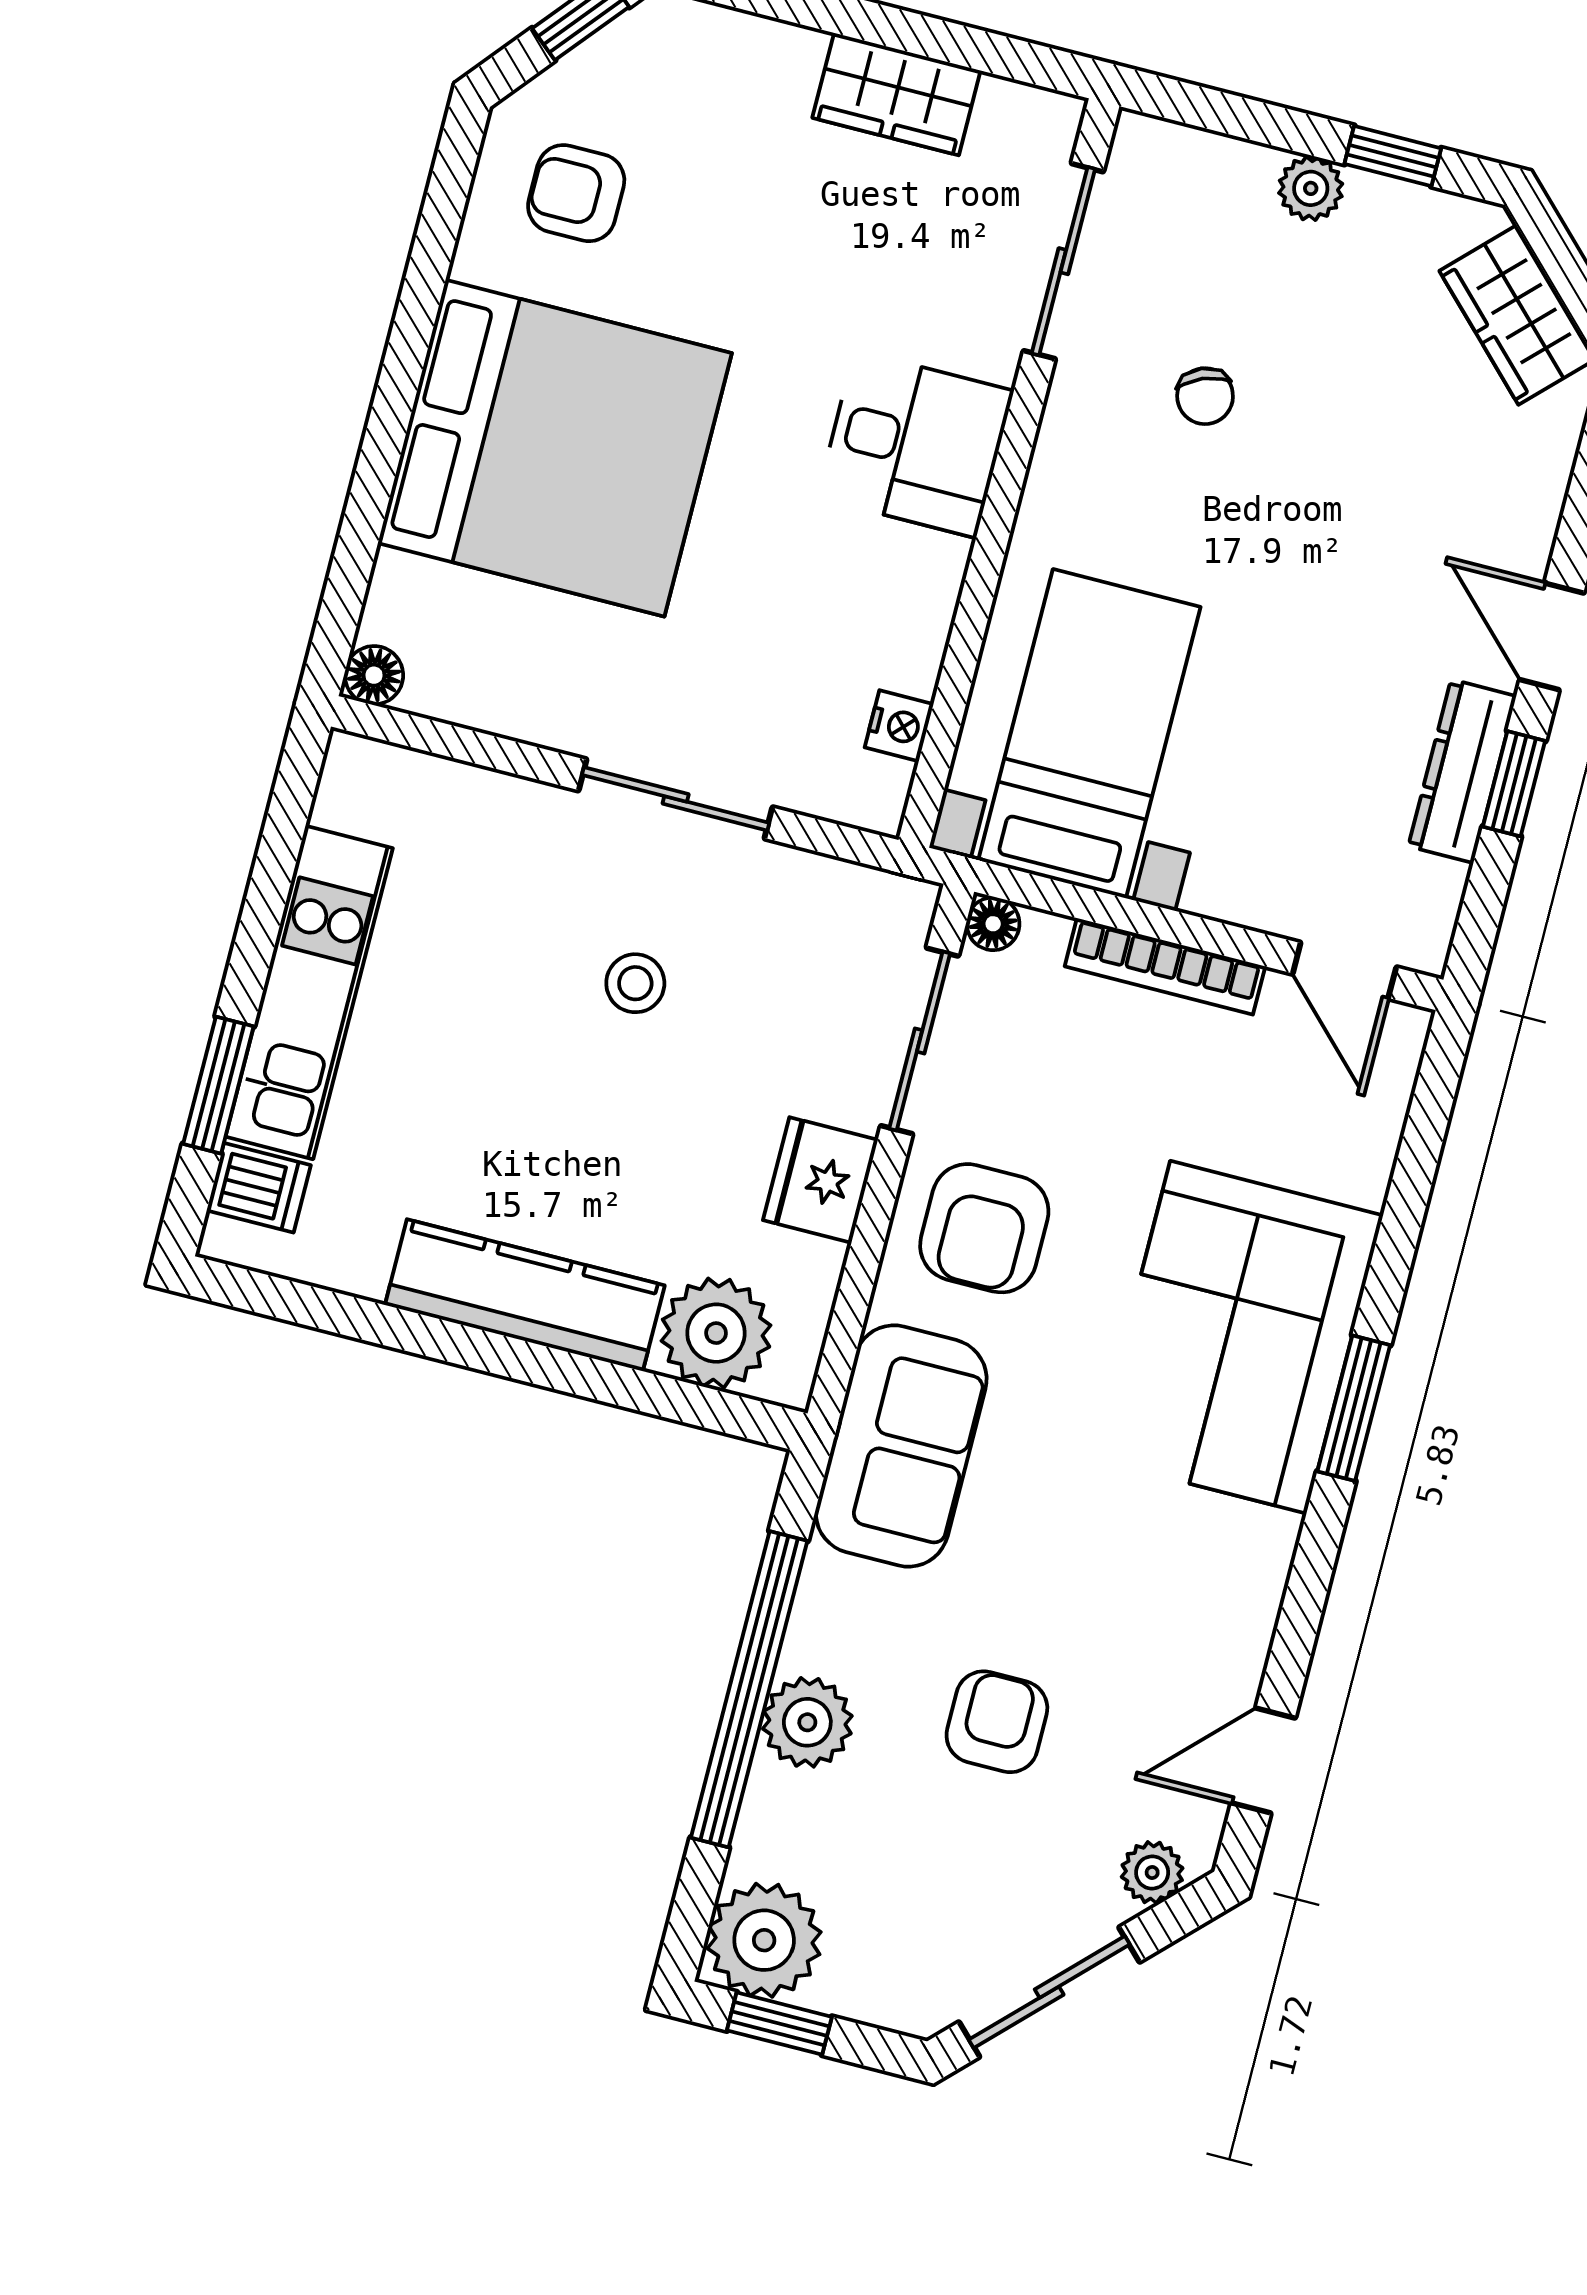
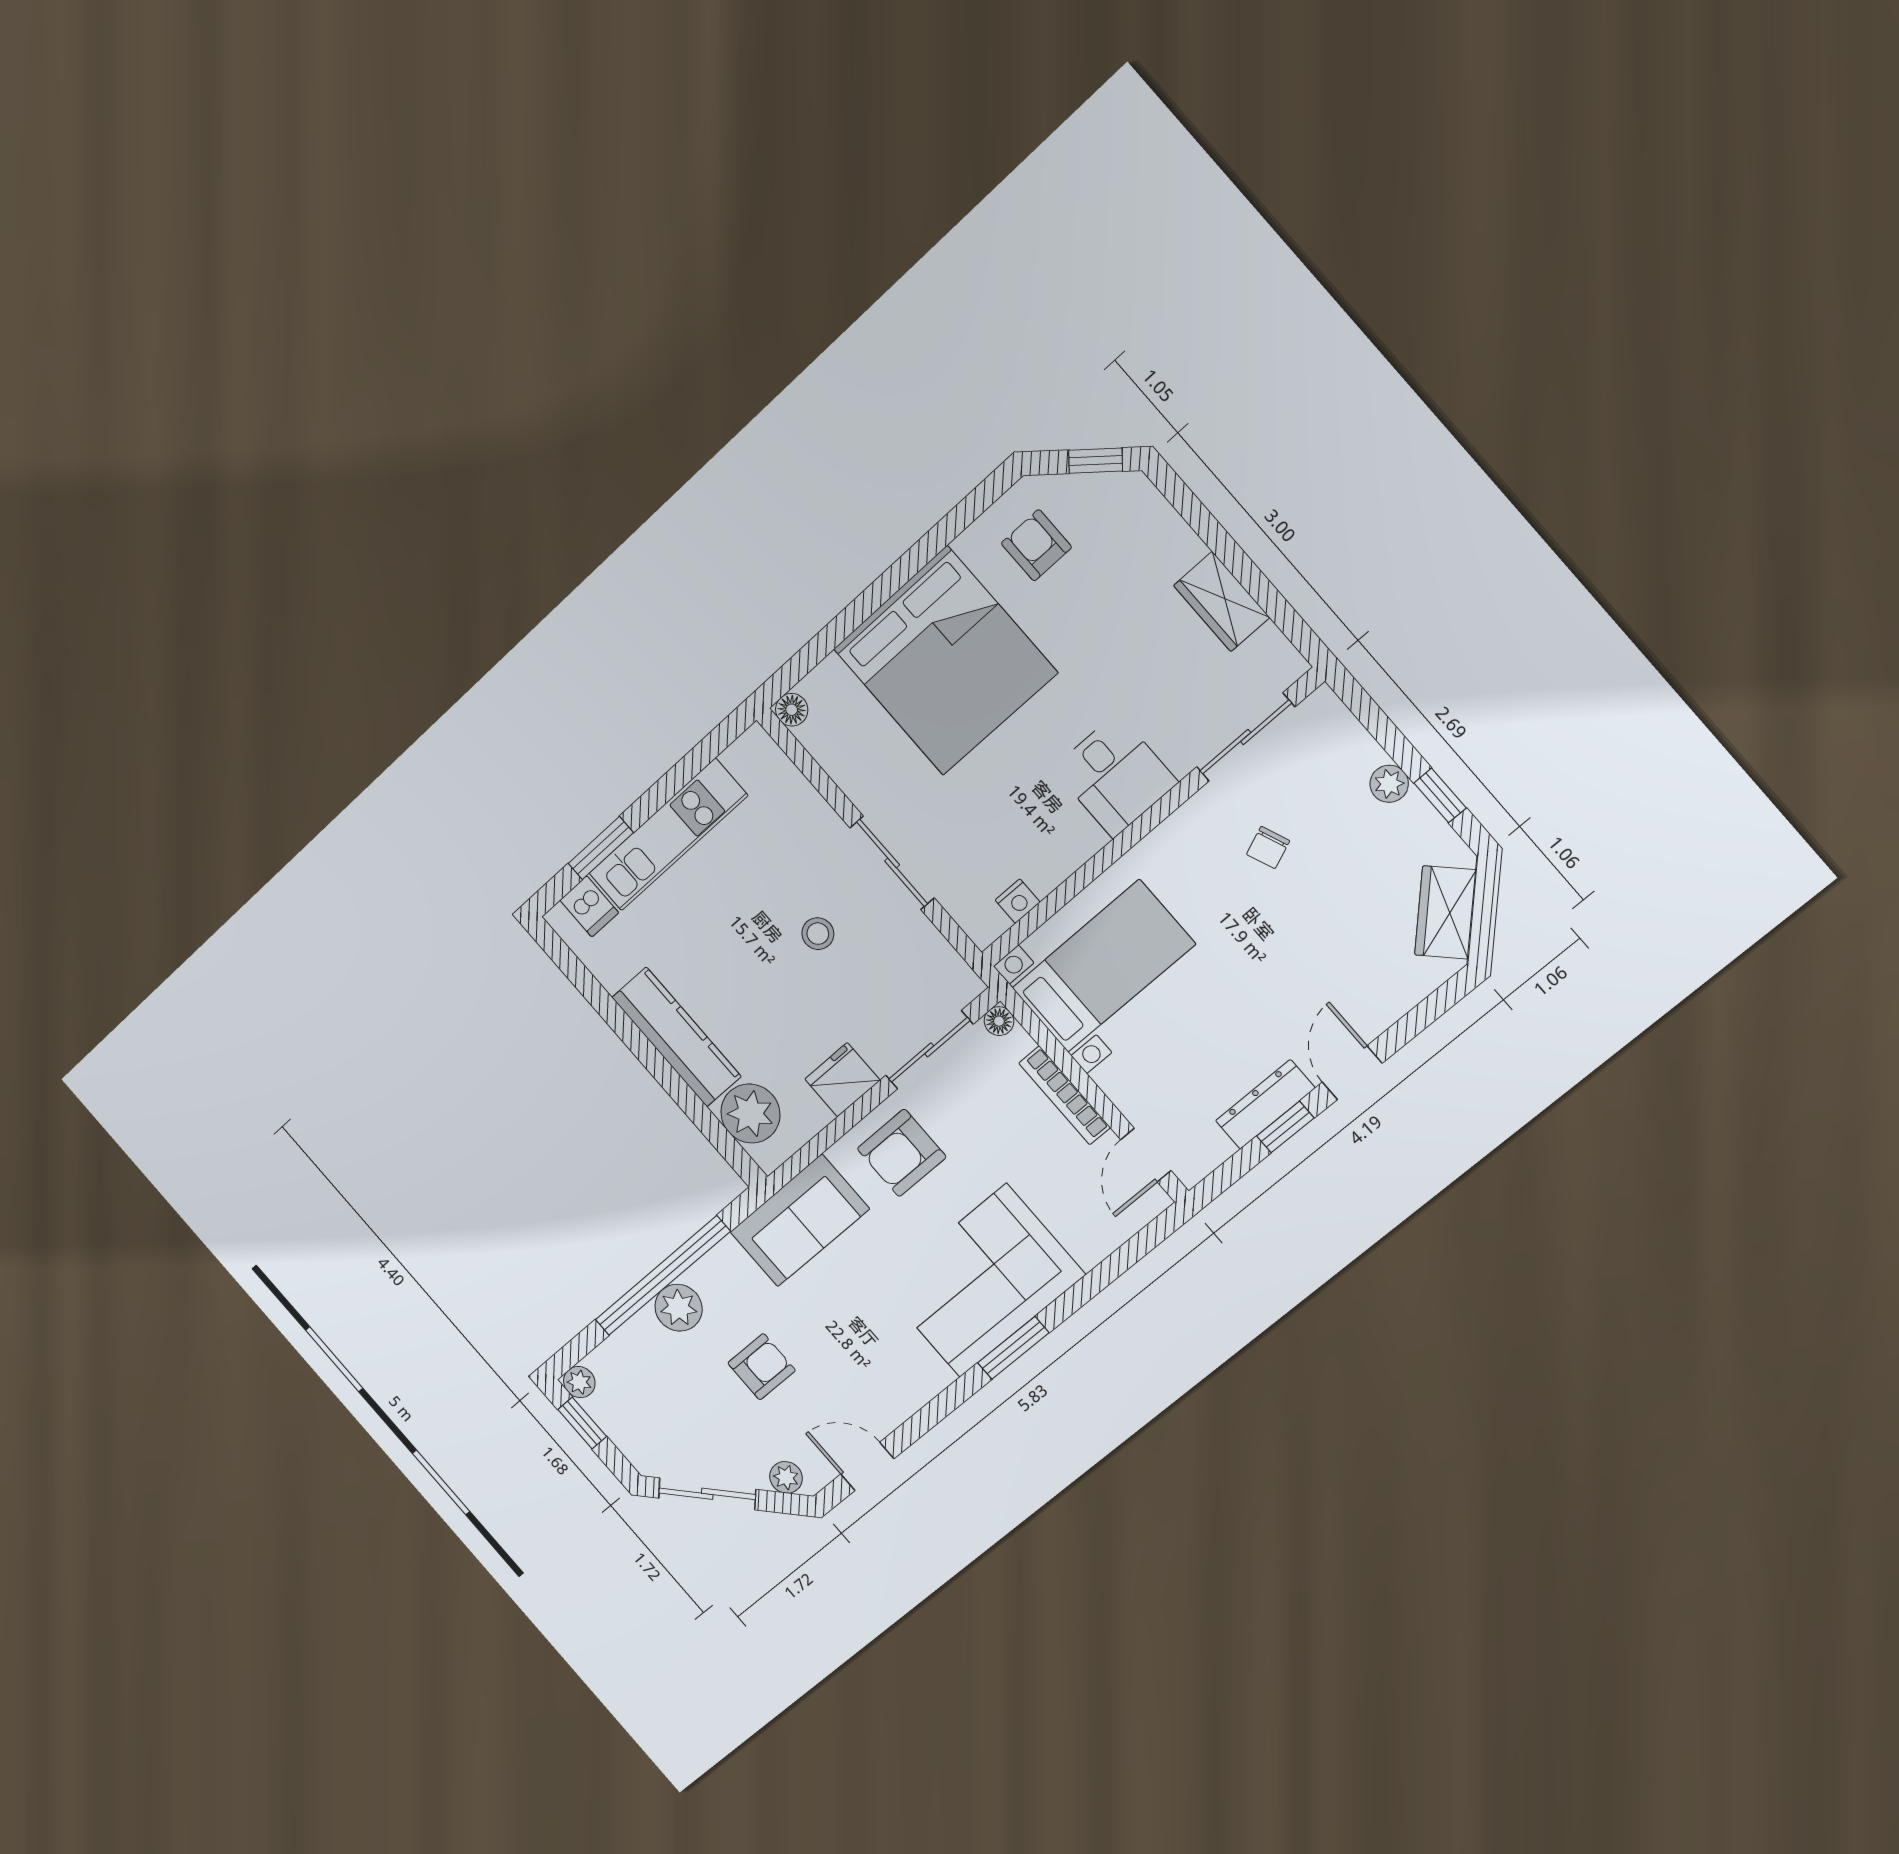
plant: (764, 1940) -> (579, 1382), width x0.53, depth x0.53

